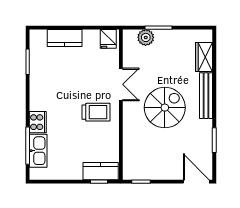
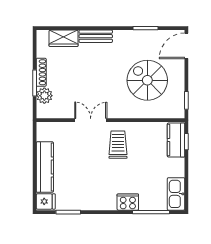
shoe rack: (169, 34) -> (41, 72), added
kitchen counter: (65, 38) -> (45, 167), width x1.50
fridge: (108, 39) -> (46, 201), moved
bench: (206, 96) -> (96, 36), width x0.73
spiral stairs: (165, 108) -> (147, 80), moved
kitchen sink: (38, 151) -> (176, 194), moved, turned -90

